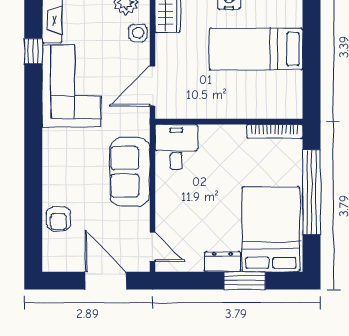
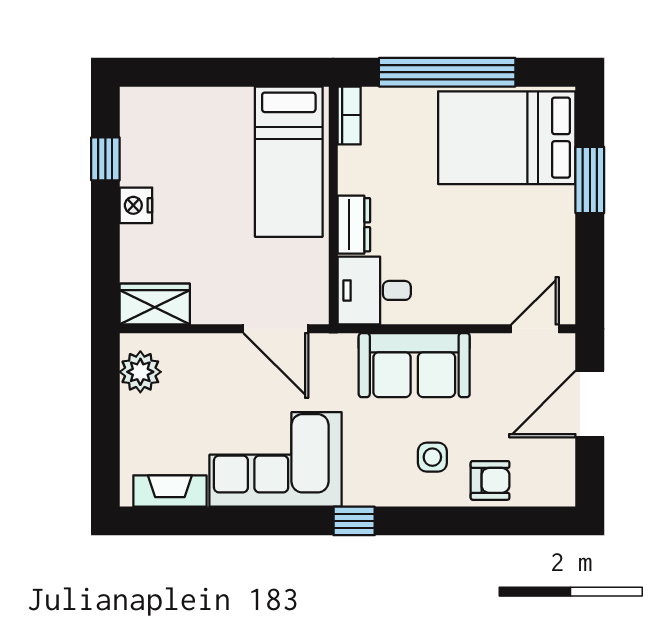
side table: (138, 33) -> (432, 457), moved
bed: (256, 49) -> (289, 162), moved
window: (33, 51) -> (354, 521), moved
bookcase: (275, 131) -> (349, 115), width x0.64
dresser: (222, 262) -> (354, 225), moved, turned 180

